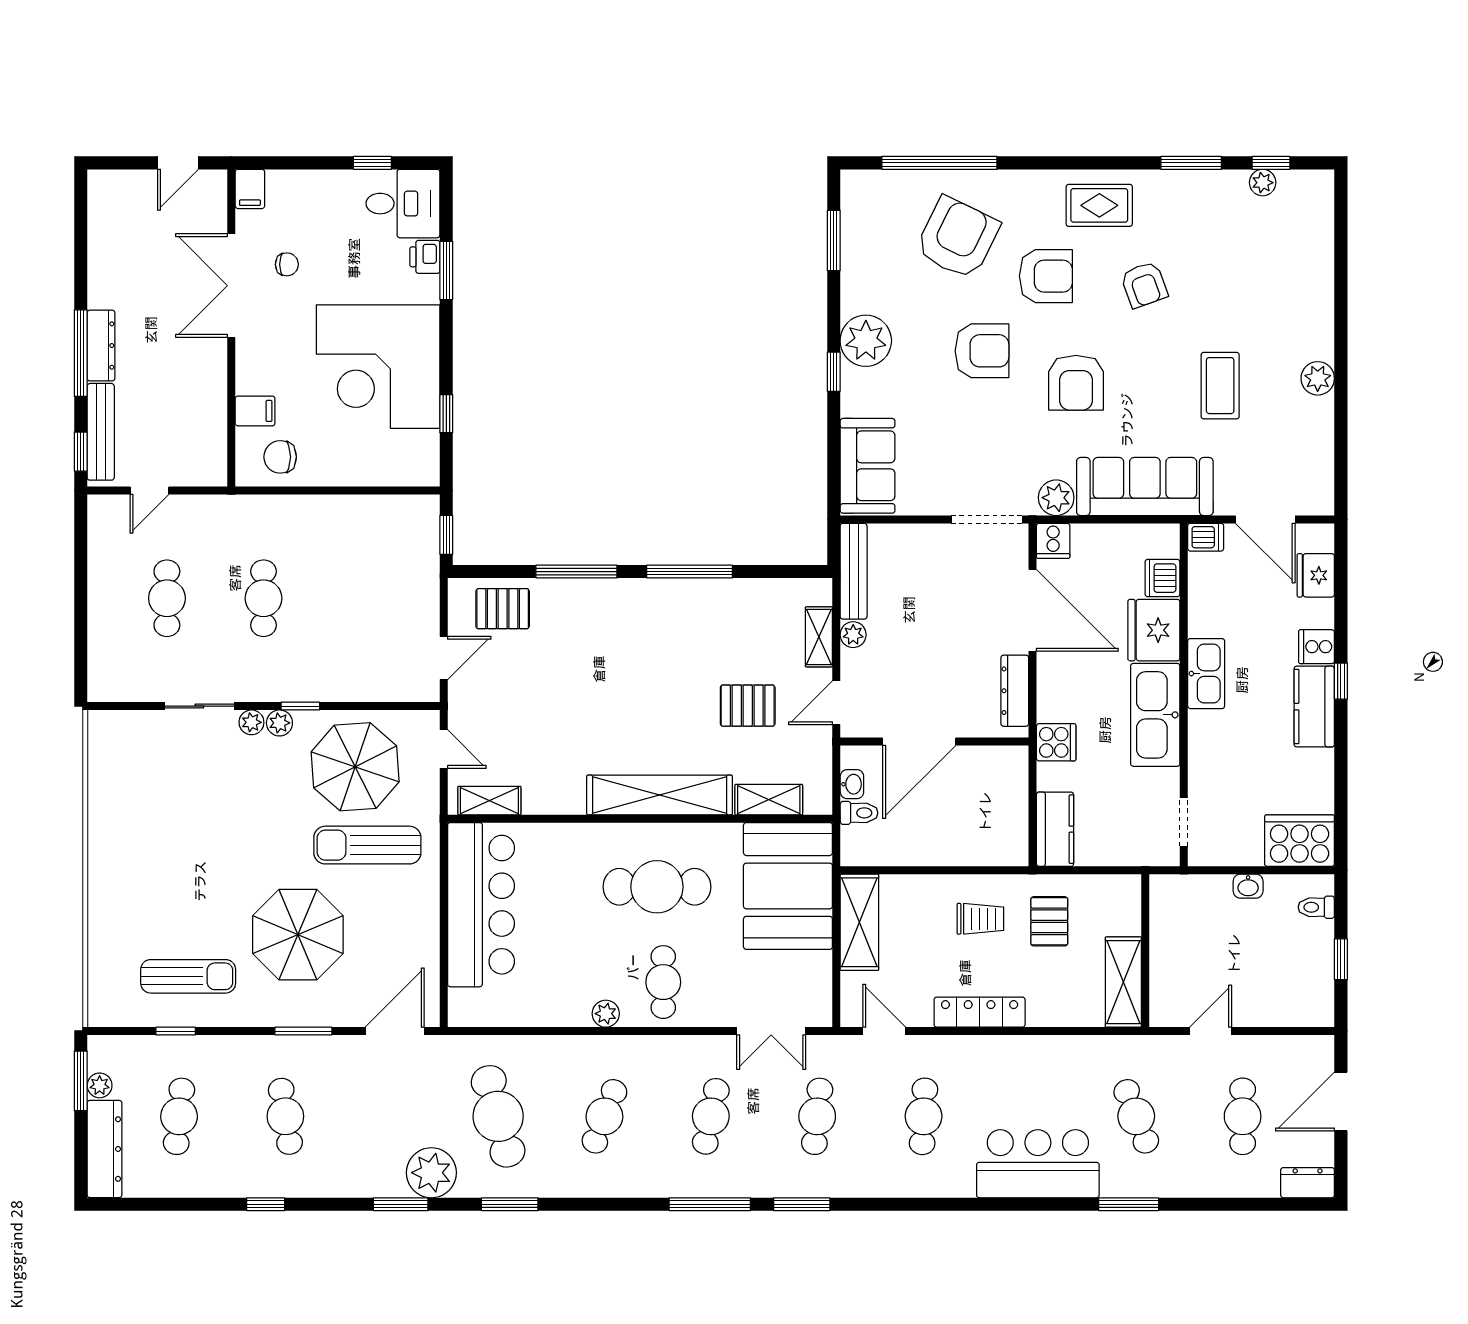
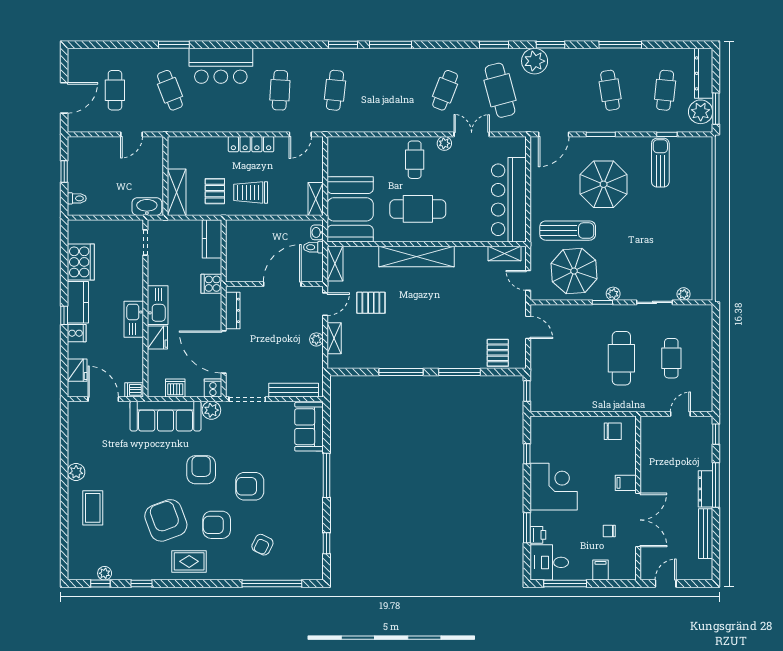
window: (372, 163) -> (565, 583), width x2.17
window: (1191, 163) -> (142, 583), width x0.67
filing cabinet: (250, 189) -> (601, 570), moved
armchair: (957, 238) -> (262, 545), width x0.53, depth x0.53
window: (834, 240) -> (326, 543), width x0.67
armchair: (1144, 285) -> (166, 520), width x1.88, depth x1.88
plant: (866, 341) -> (310, 491), removed
corner desk: (378, 367) -> (554, 487), width x0.74, depth x0.74
window: (834, 372) -> (326, 475), width x2.17
coffee table: (1220, 386) -> (93, 508), moved
filing cabinet: (255, 411) -> (626, 483), moved
bench: (101, 432) -> (706, 534), moved
bench: (854, 571) -> (294, 390), moved, turned 90
dishwasher: (1163, 578) -> (175, 388), moved, turned -90
cafe table: (264, 598) -> (621, 358), width x1.37, depth x1.35
pallet: (503, 609) -> (498, 353), turned 90
fridge: (1154, 630) -> (157, 338), width x0.73, depth x0.75
door: (444, 658) -> (528, 327), swing flipped
kitchen sink: (1155, 715) -> (158, 305), width x0.73, depth x0.81
plant: (251, 722) -> (684, 294), moved
washbasin: (852, 784) -> (317, 232), moved
shelving: (769, 800) -> (335, 264), moved, turned 90
cooker: (1300, 841) -> (81, 262), moved, turned -90
washbasin: (1248, 886) -> (147, 207), moved, width x1.91, depth x1.45
trolley: (980, 919) -> (251, 192), width x1.36, depth x1.39
shelving: (859, 922) -> (316, 199), width x0.67, depth x0.75
sun lounger: (188, 976) -> (660, 163), turned 90
shelving: (1123, 982) -> (177, 192), moved
double door: (771, 1031) -> (472, 134), moved
door: (884, 1031) -> (300, 134), hinge flipped
plant: (100, 1085) -> (701, 112), width x1.88, depth x1.88
cafe table: (711, 1116) -> (390, 90), removed
dresser: (1308, 1183) -> (81, 56), removed
window: (266, 1204) -> (620, 45), width x2.17

